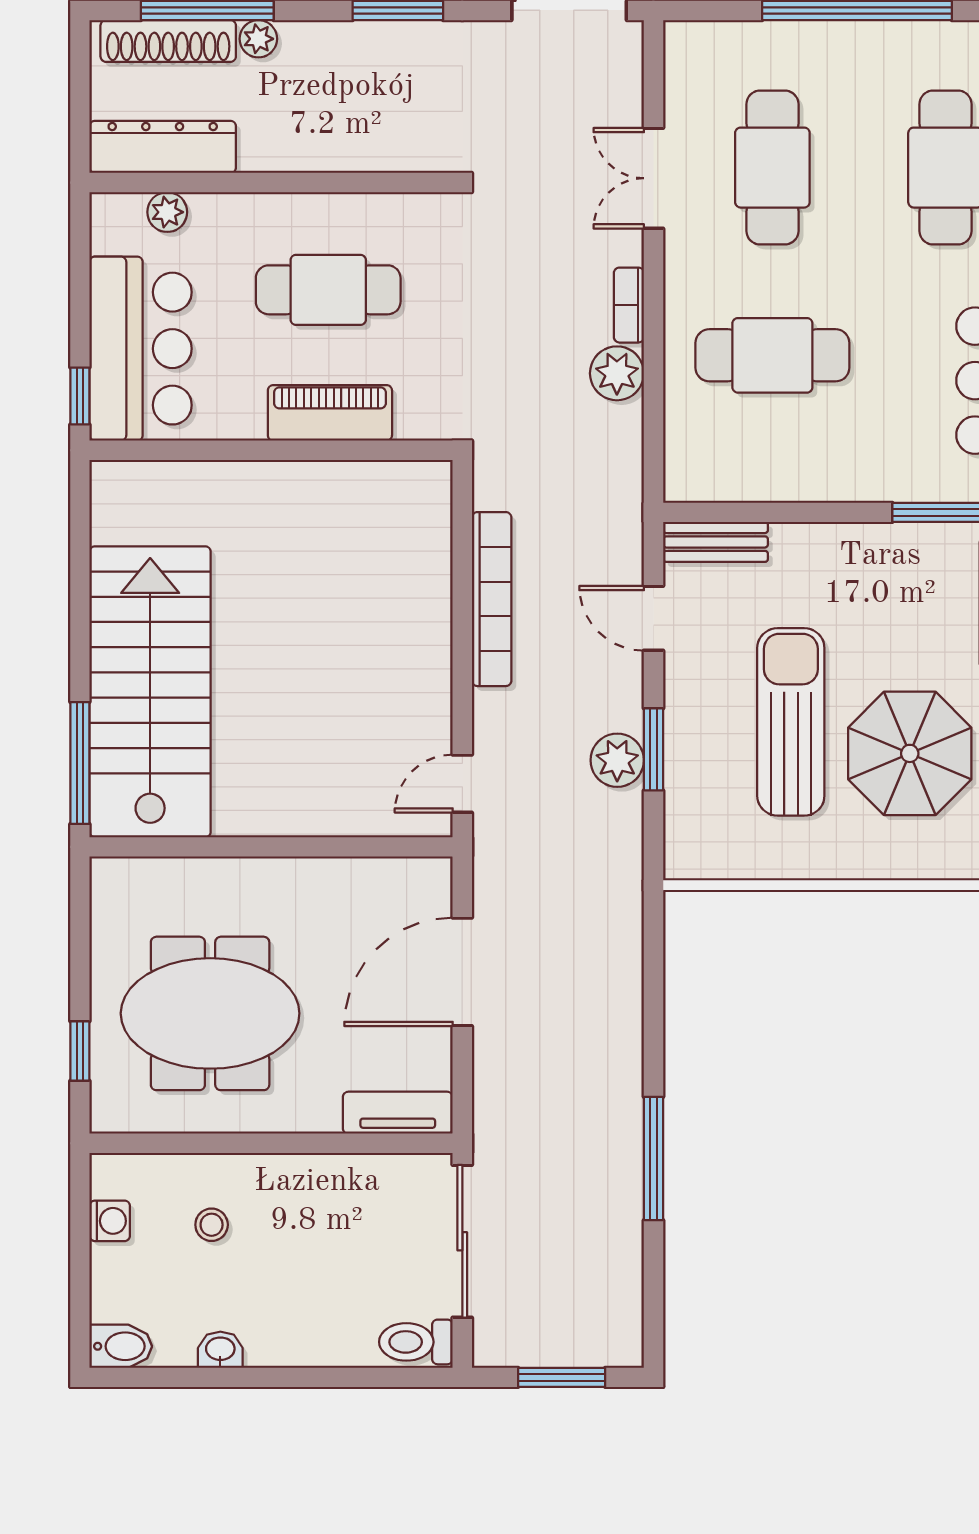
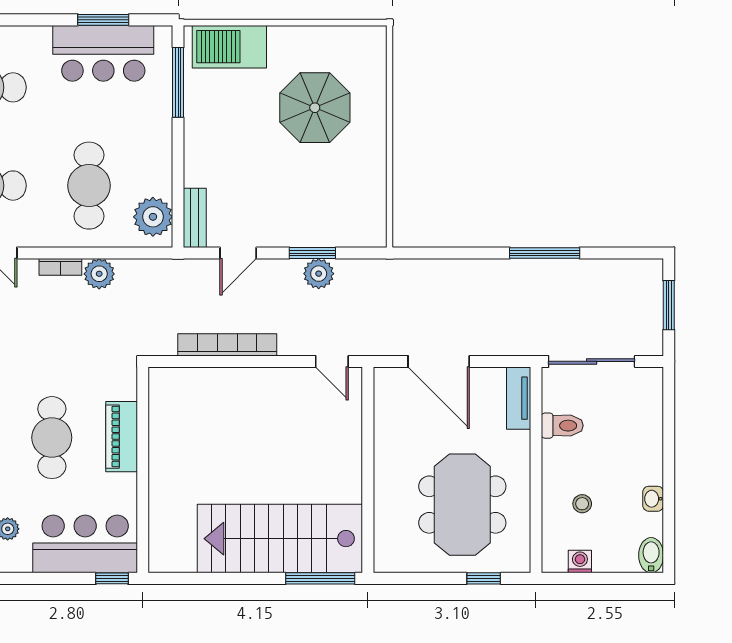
plant: (717, 468) -> (153, 217), added
sun lounger: (791, 722) -> (297, 175), removed
toilet: (416, 1342) -> (562, 426), moved, turned -90

